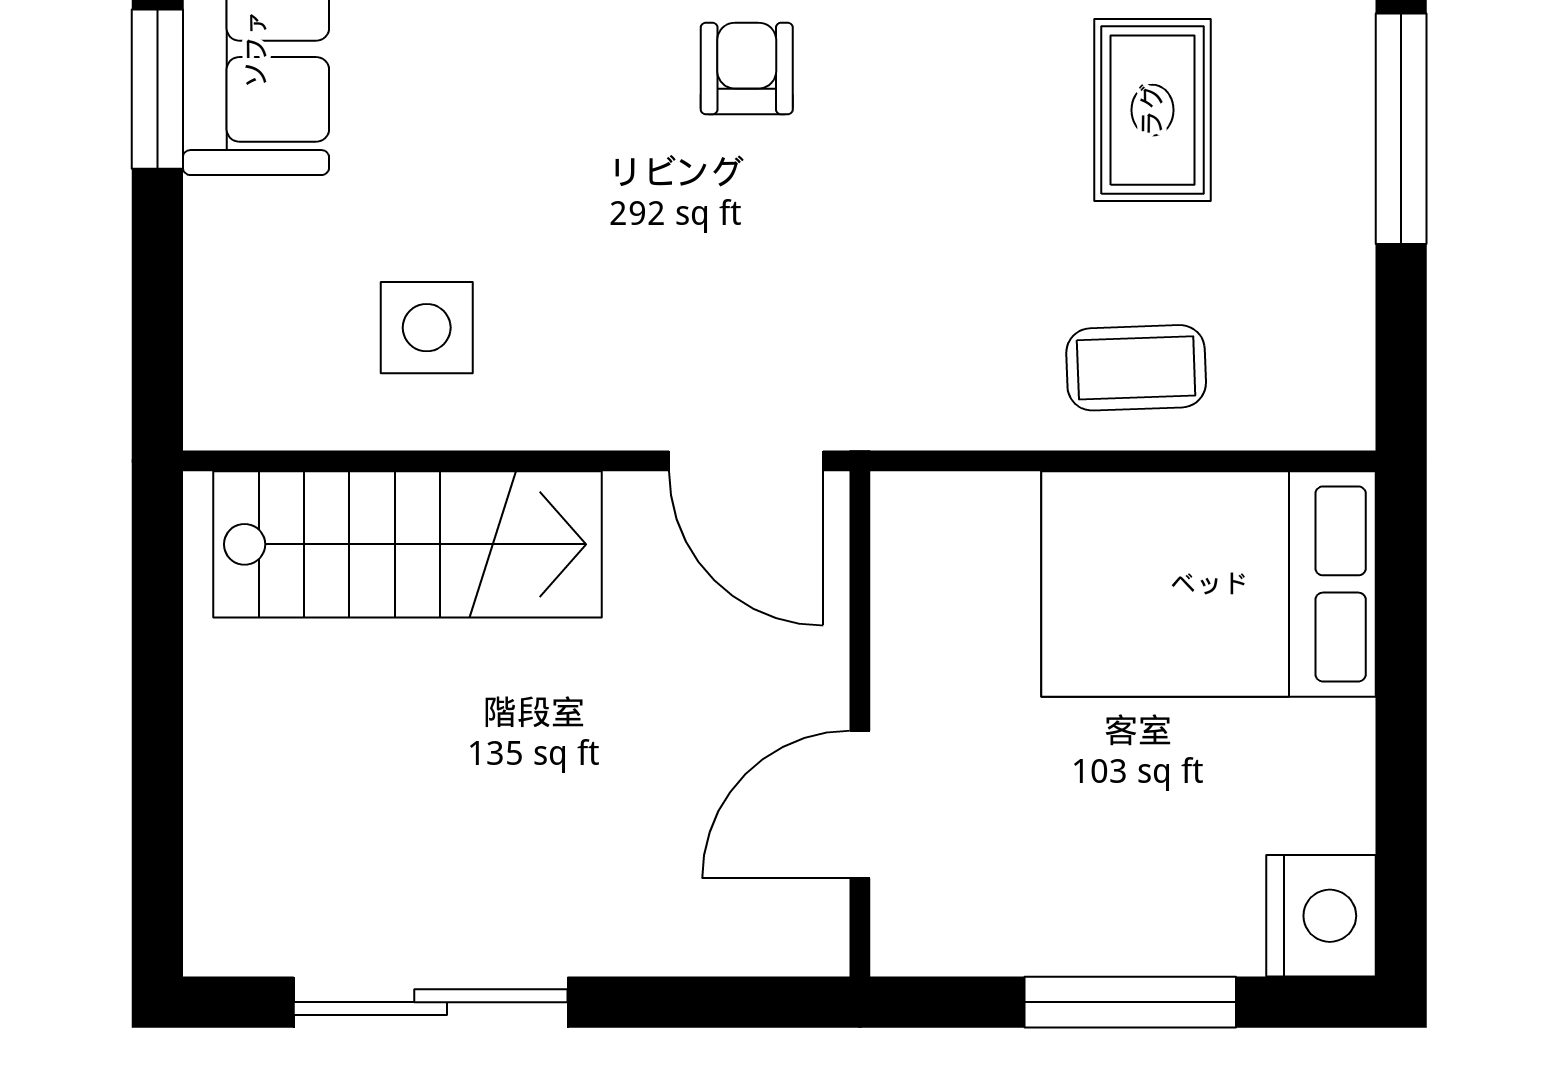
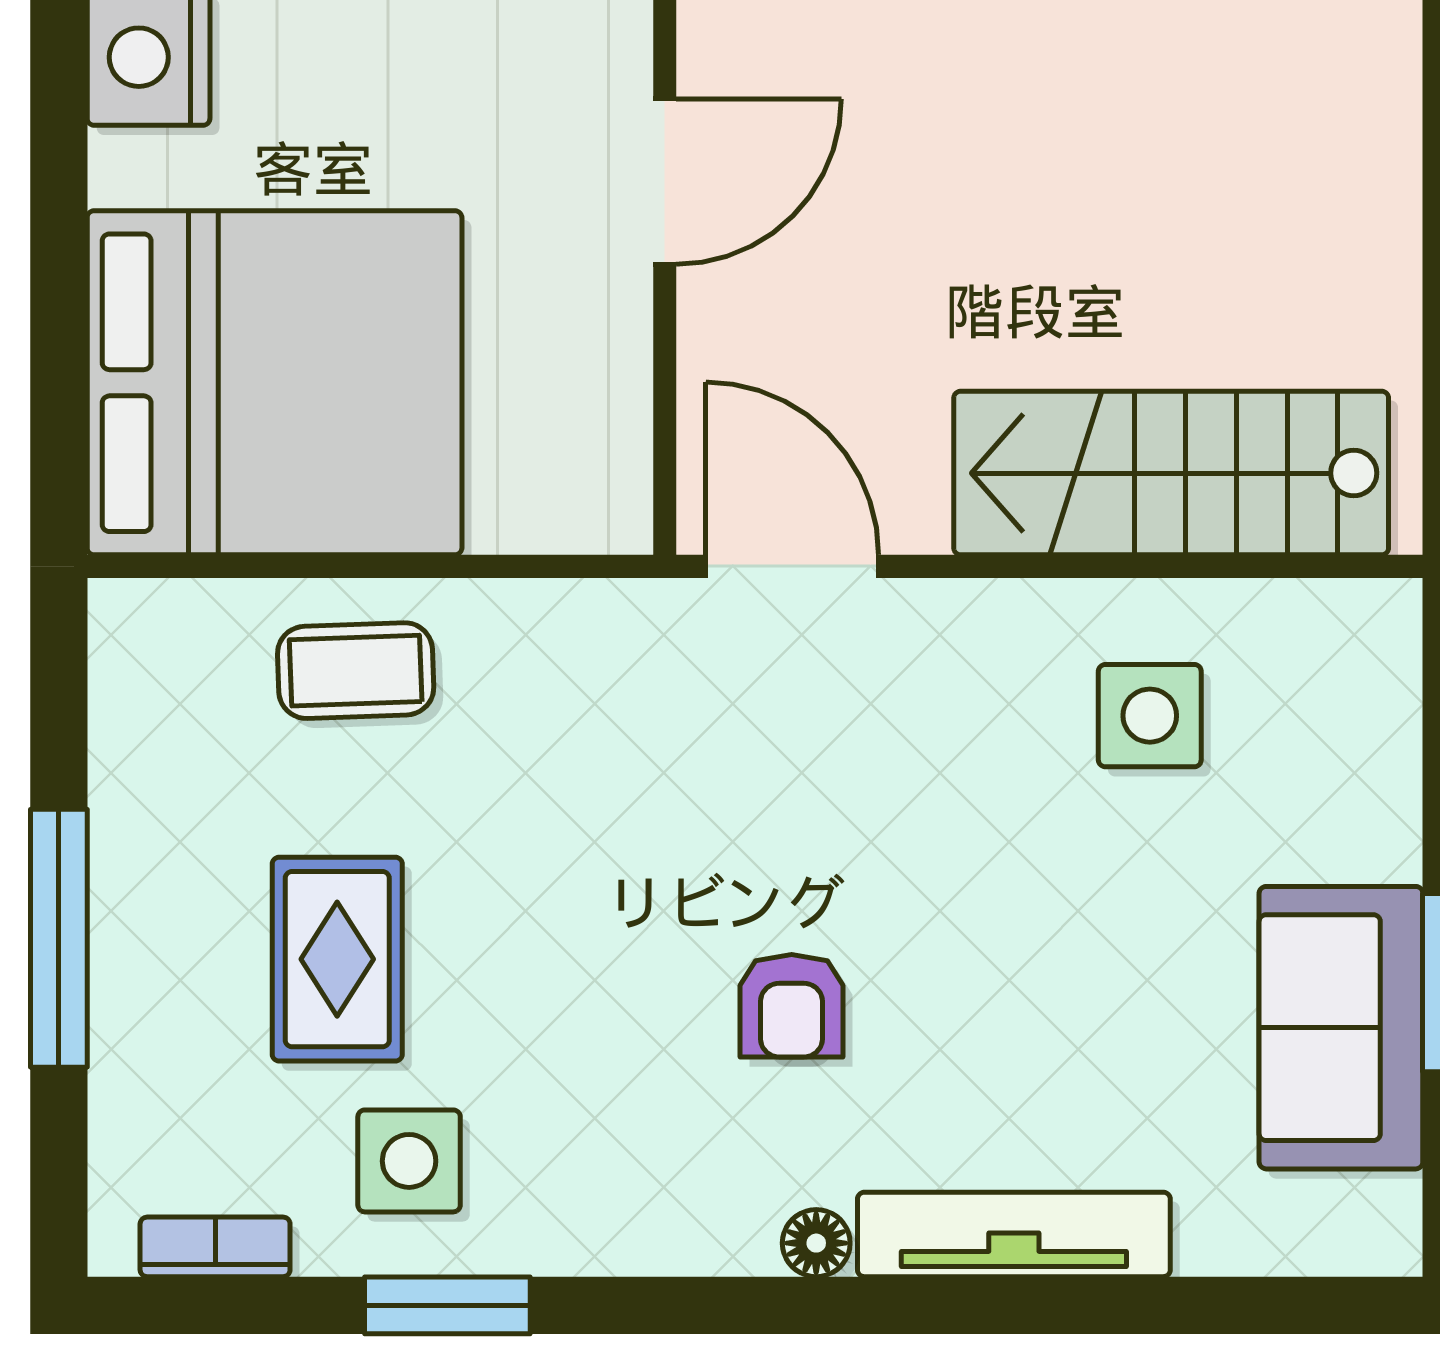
bed: (1209, 584) -> (275, 383), width x1.36

